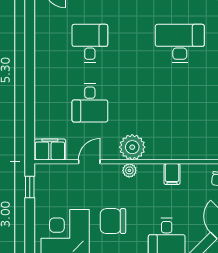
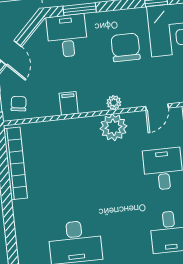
chair: (113, 221) -> (126, 47), turned -90

